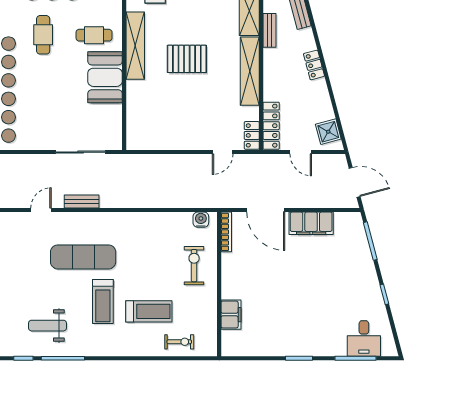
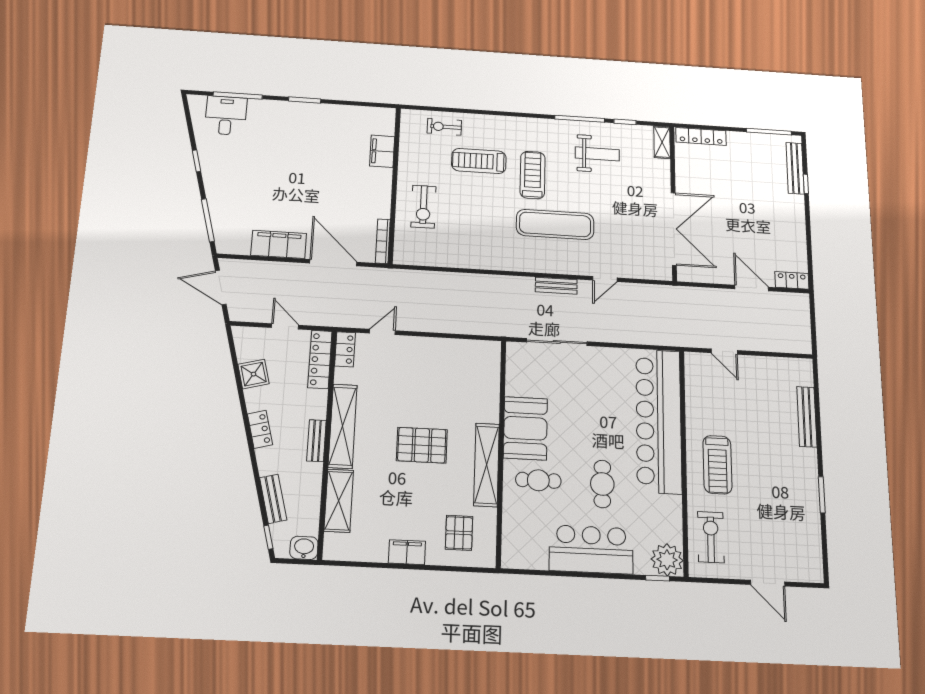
bench: (269, 30) -> (316, 441), moved
shower: (328, 132) -> (254, 374), moved
water cooler: (201, 220) -> (413, 257), removed

